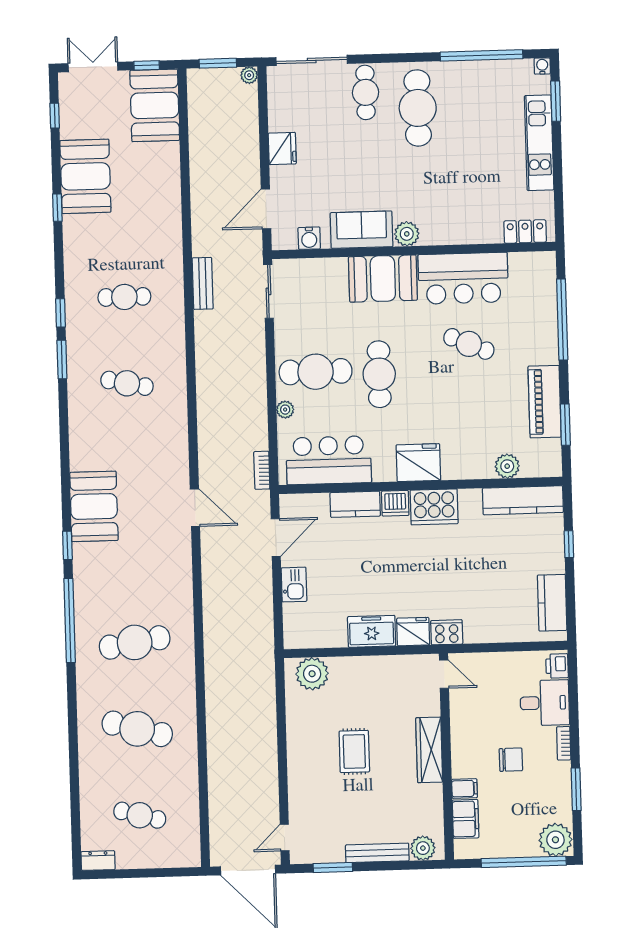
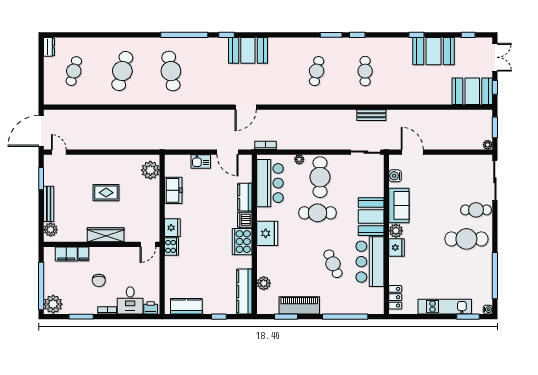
fridge: (282, 148) -> (397, 248), moved, turned -90
cafe table: (469, 344) -> (333, 264), turned -47
freezer: (372, 631) -> (173, 190), moved

